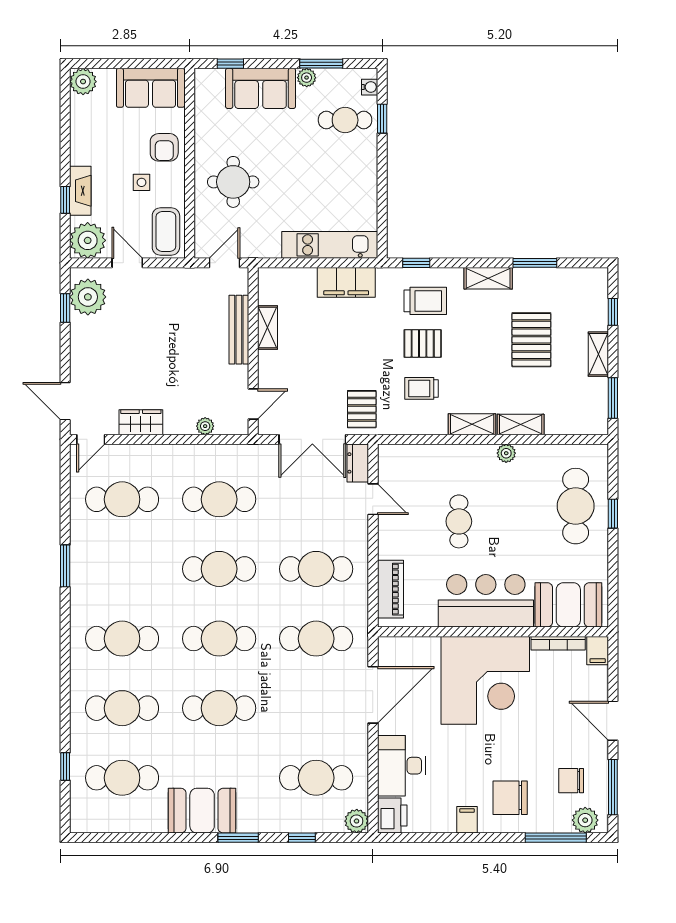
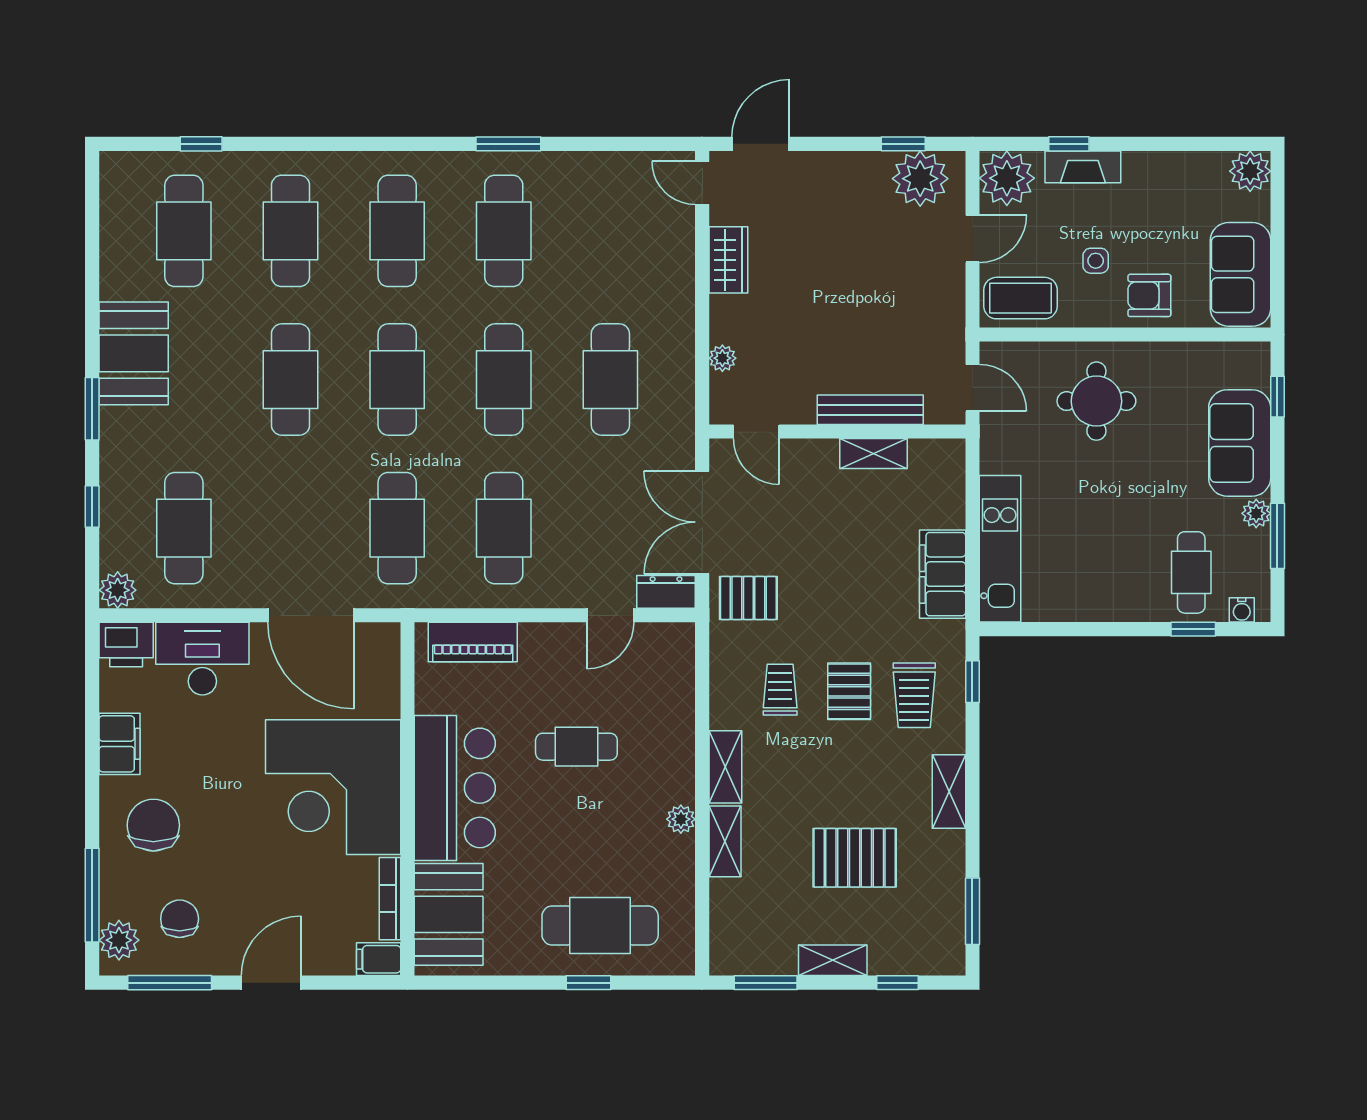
window: (535, 263) -> (972, 911), moved
cafe table: (122, 499) -> (504, 231), moved
filing cabinet: (467, 820) -> (120, 744), width x2.00

